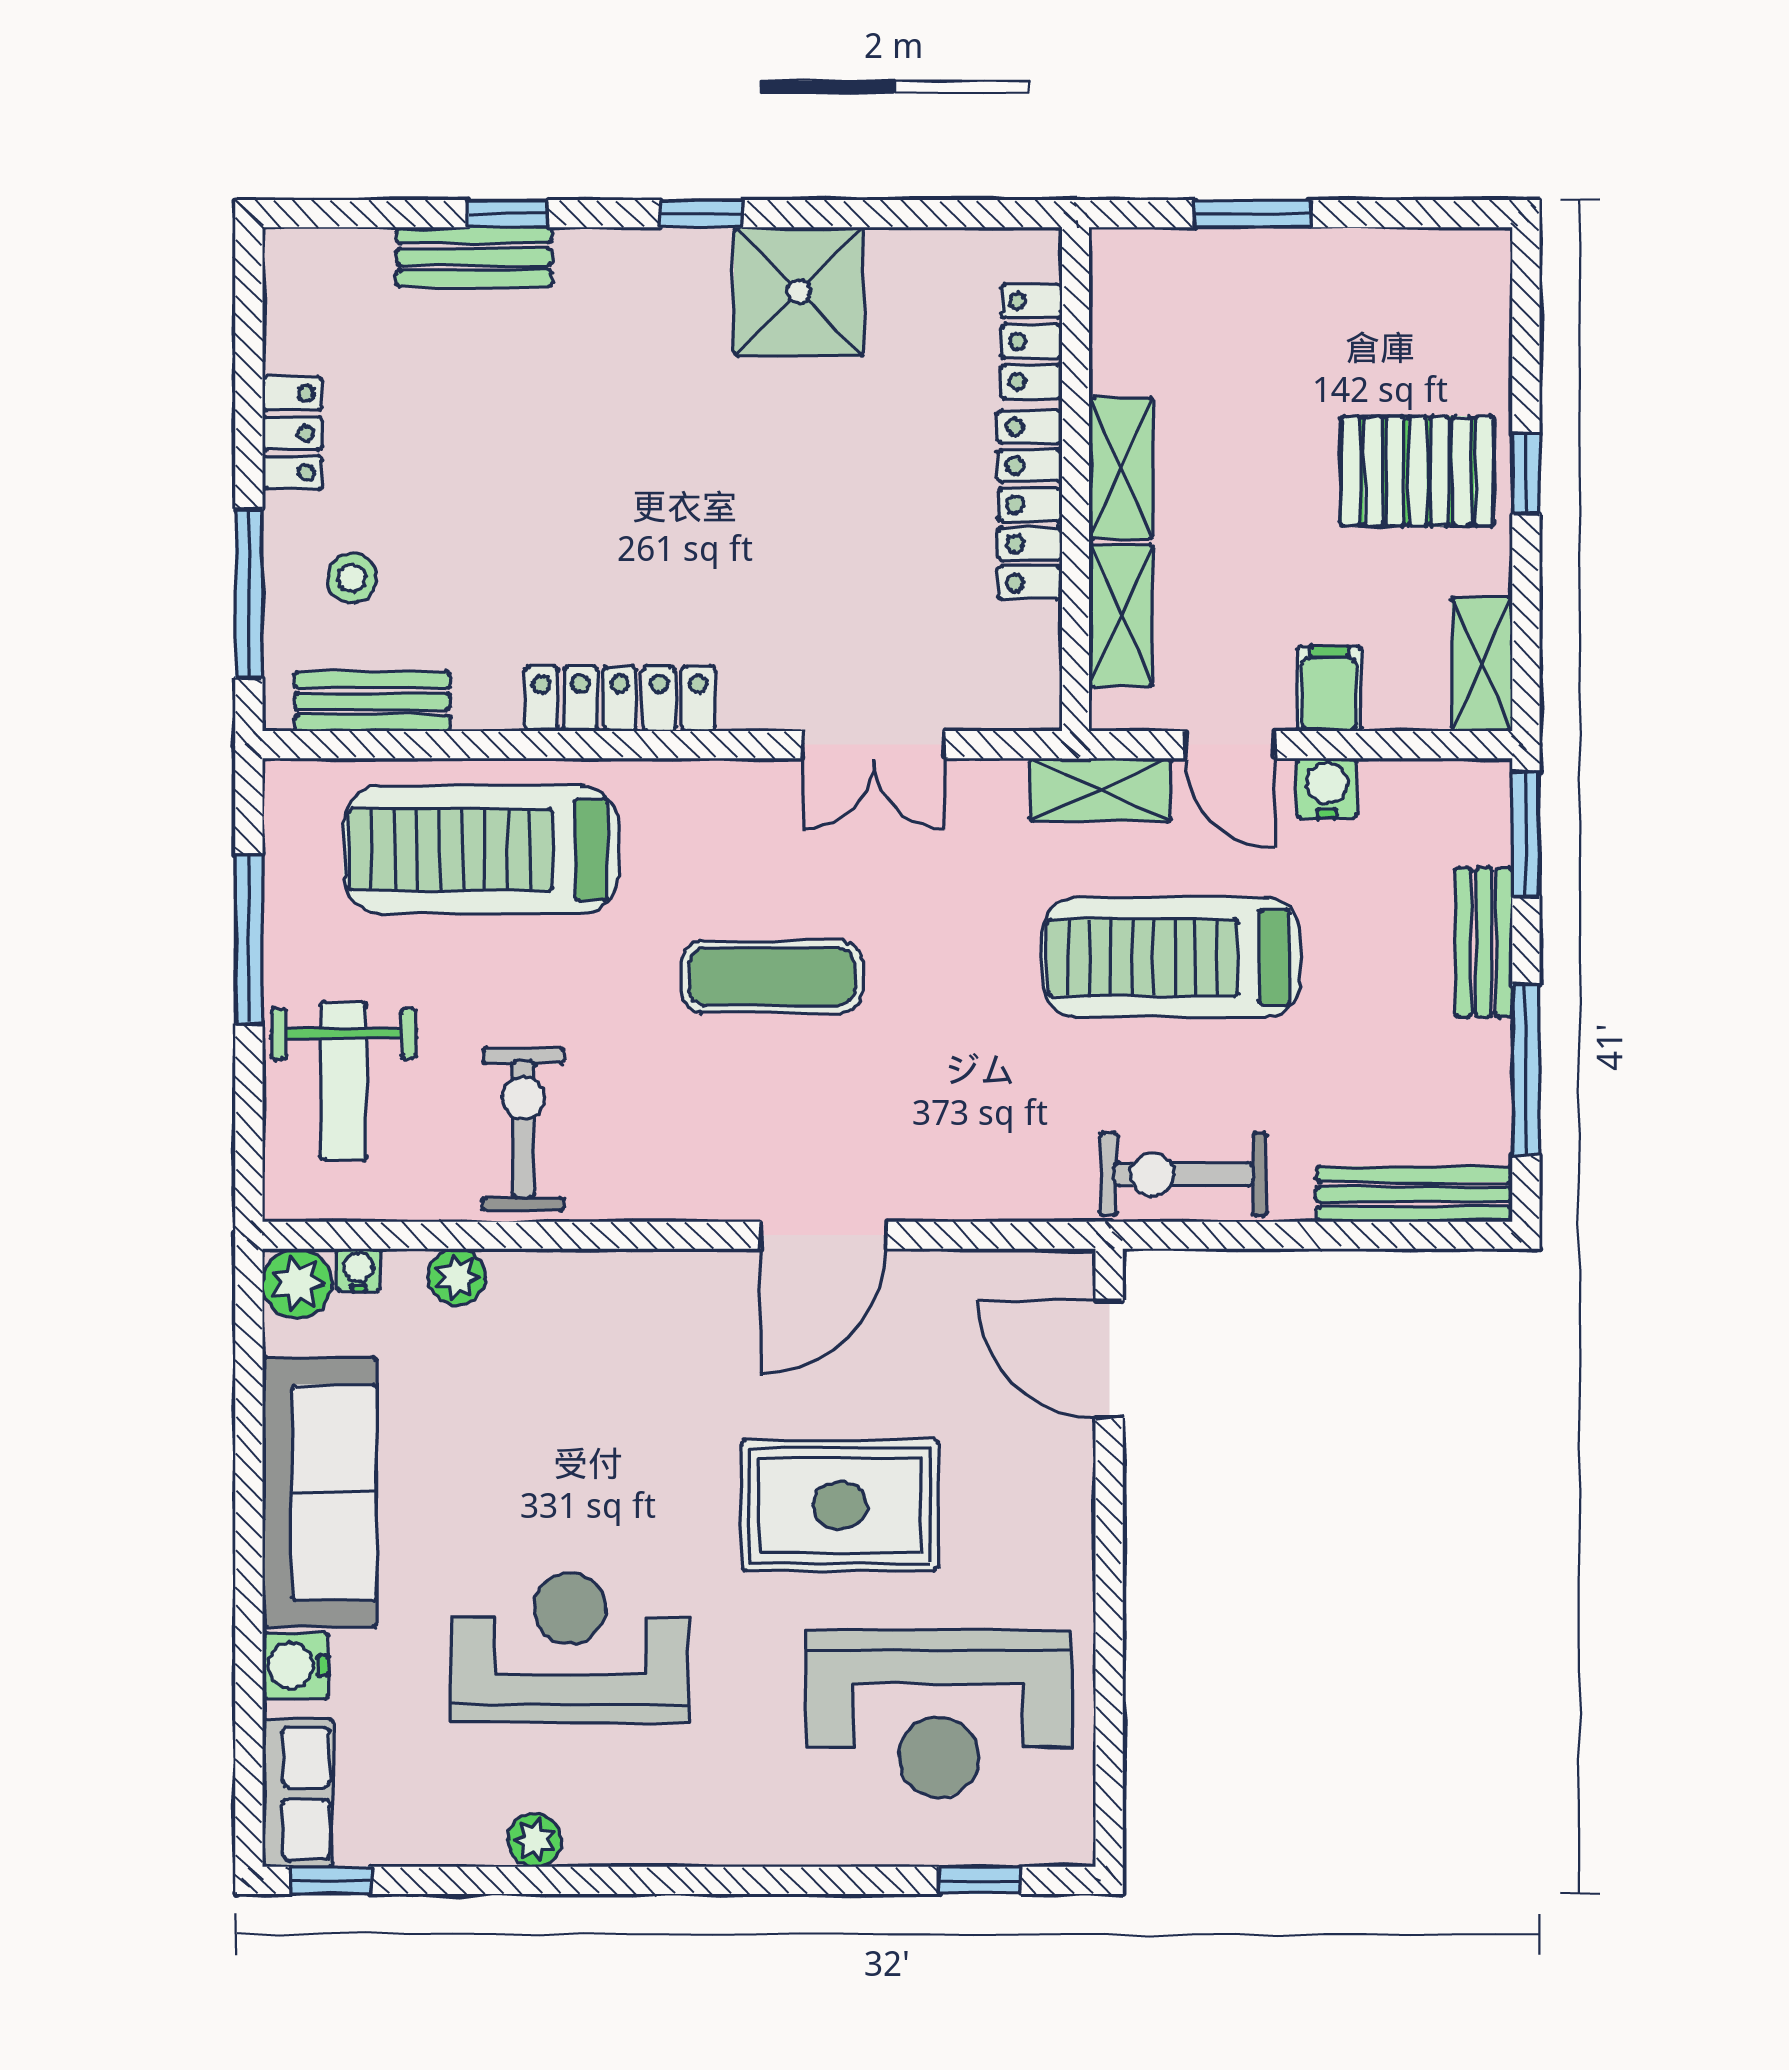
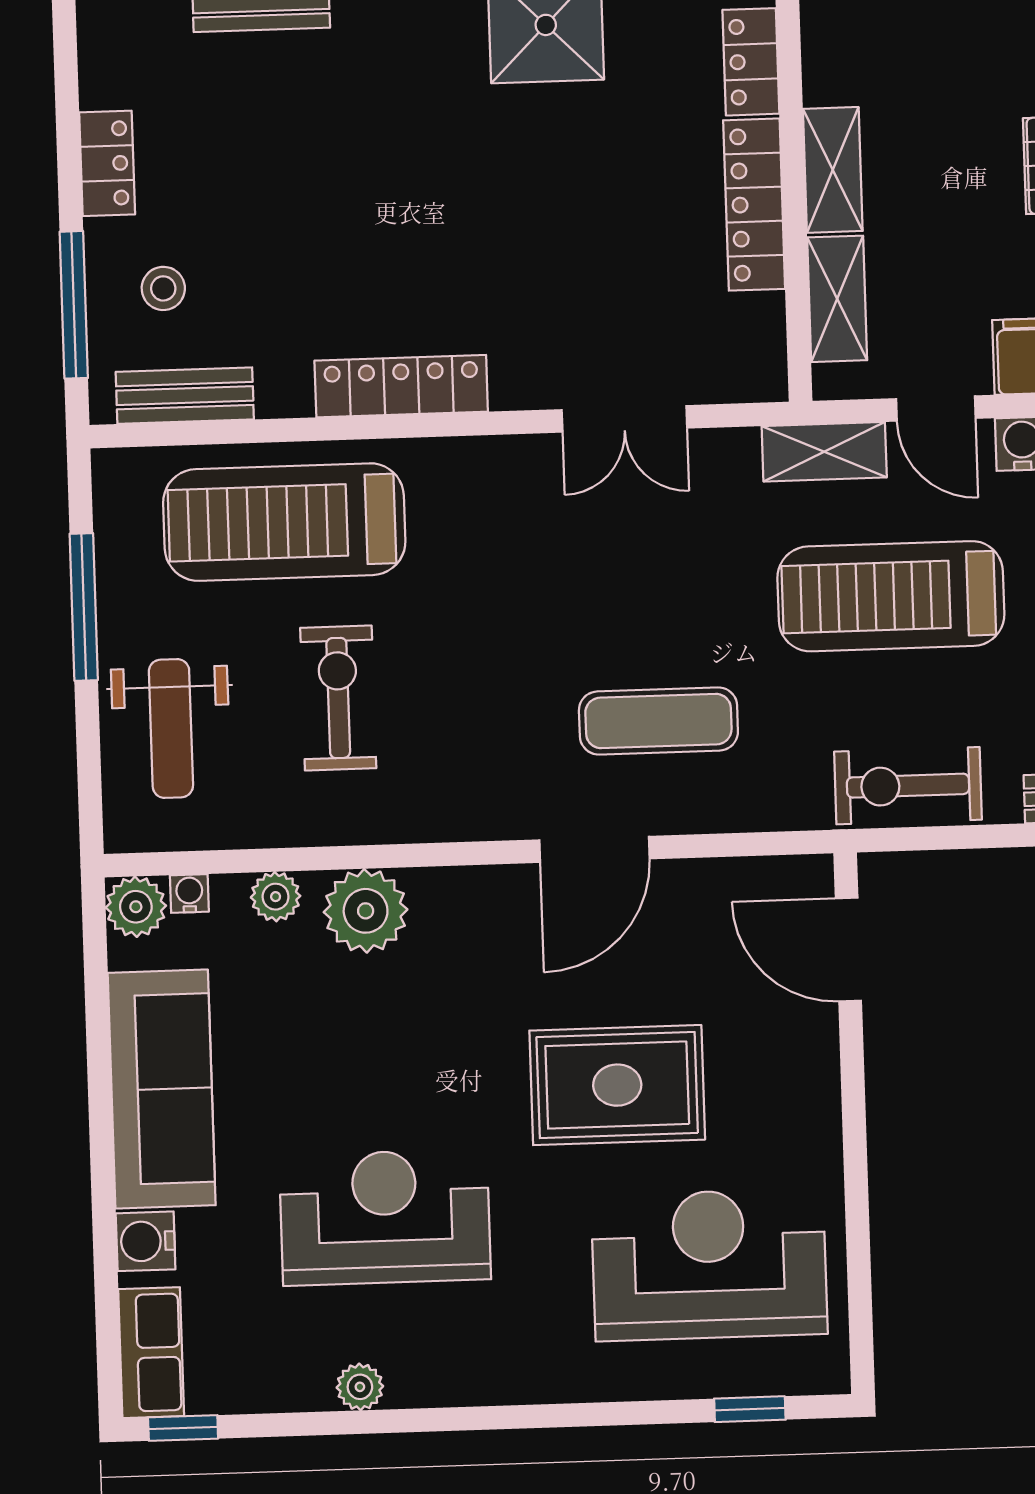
exercise mat: (772, 977) -> (658, 721), moved
exercise bike: (523, 1129) -> (338, 698), moved
plant: (559, 1297) -> (366, 911), added
reception desk: (938, 1714) -> (709, 1265), turned 180

